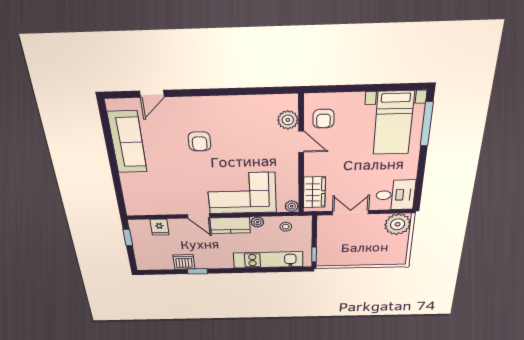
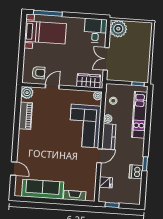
piano: (247, 105) -> (25, 116), added
plant: (288, 120) -> (27, 93), moved
armchair: (199, 141) -> (46, 147), removed
fireplace: (129, 188) -> (75, 196), added

